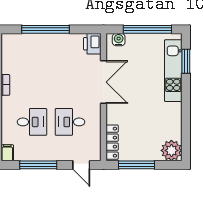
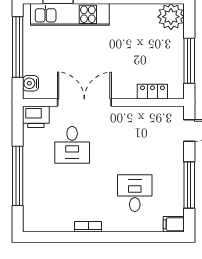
desk: (70, 122) -> (72, 145), moved
locker: (112, 142) -> (152, 92), width x0.66

